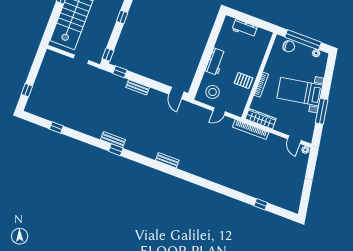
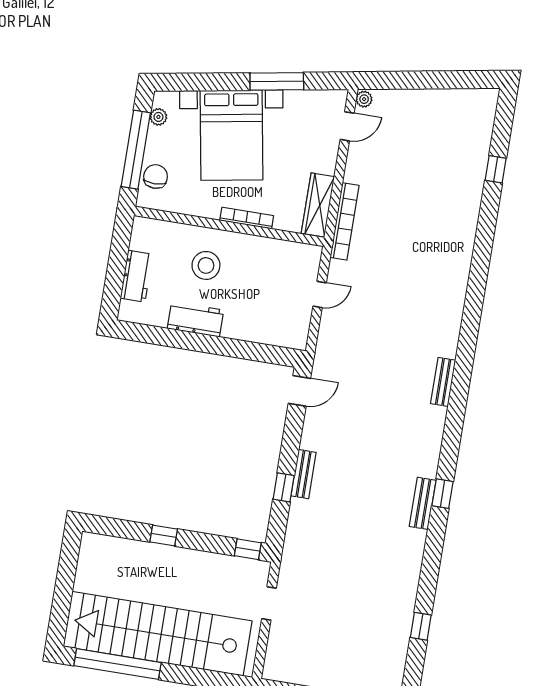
workbench: (215, 62) -> (195, 319), moved
window: (120, 72) -> (284, 487), moved
pallet: (243, 80) -> (245, 257), removed
stool: (213, 92) -> (206, 265), moved
bed with nightstands: (300, 92) -> (232, 135), width x1.36
door: (219, 111) -> (320, 294), hinge flipped

